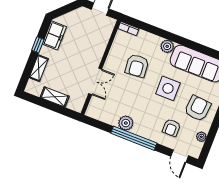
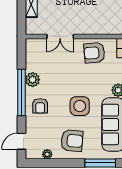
armchair: (137, 66) -> (94, 53), moved
armchair: (171, 128) -> (40, 106), moved, turned -90

